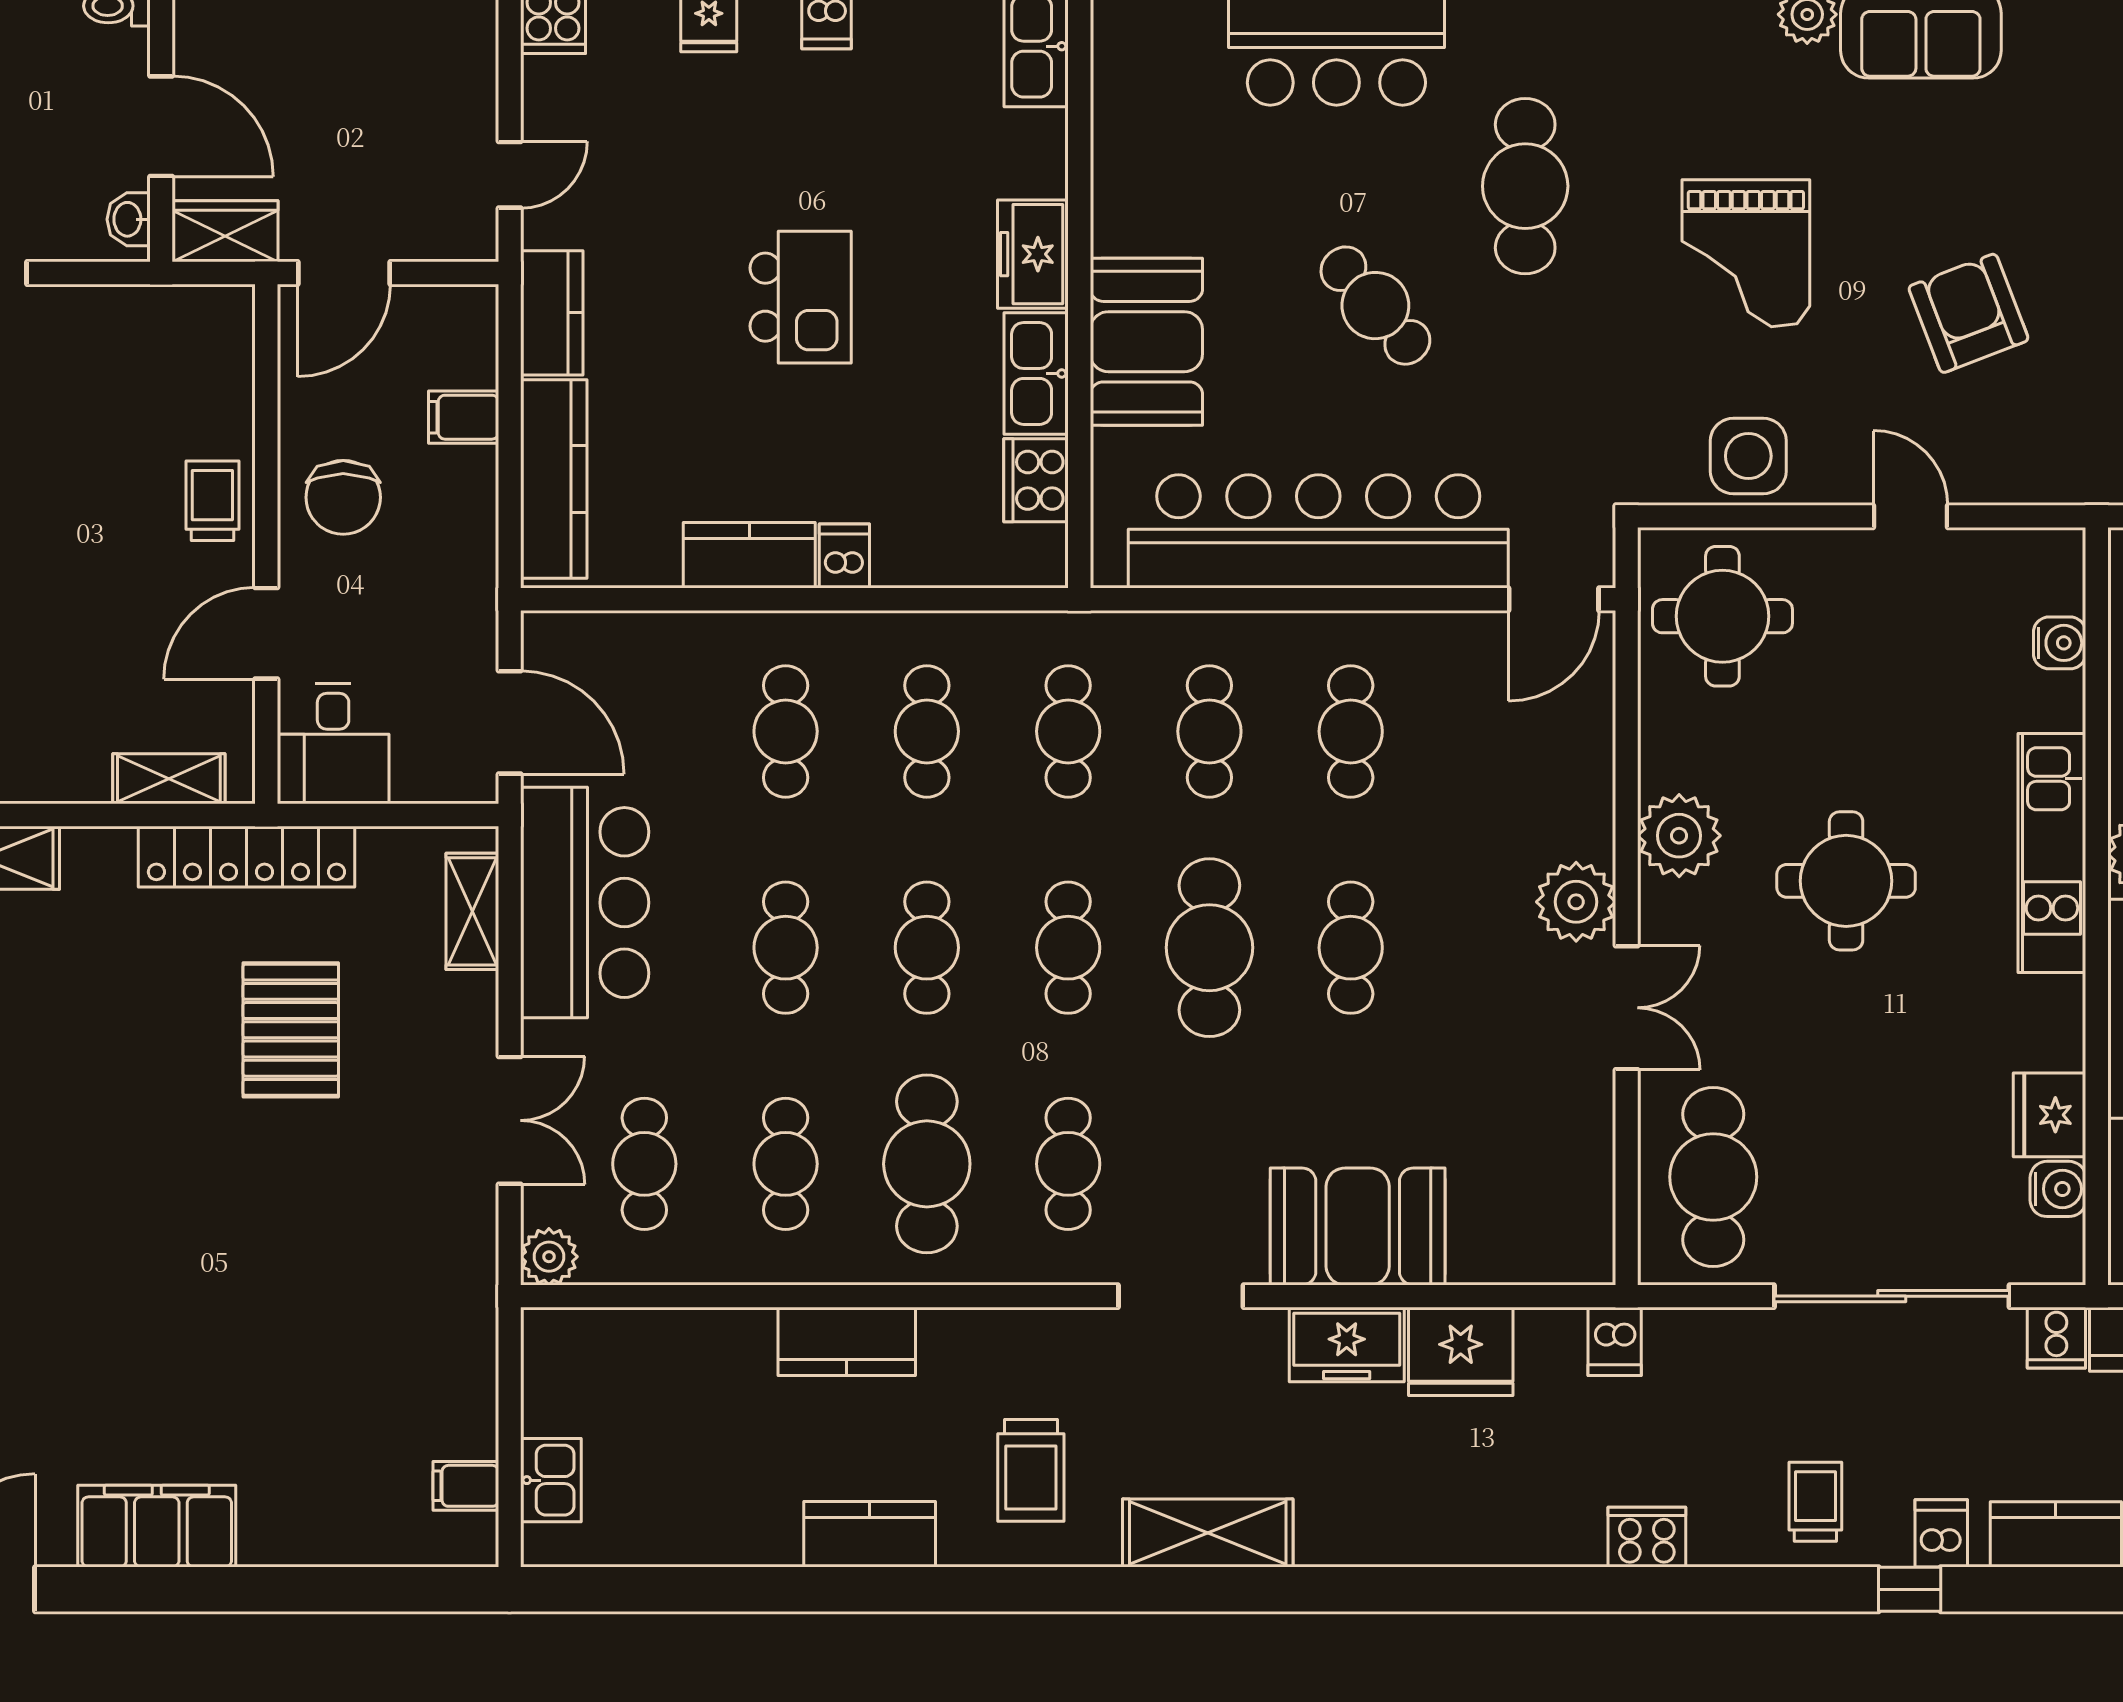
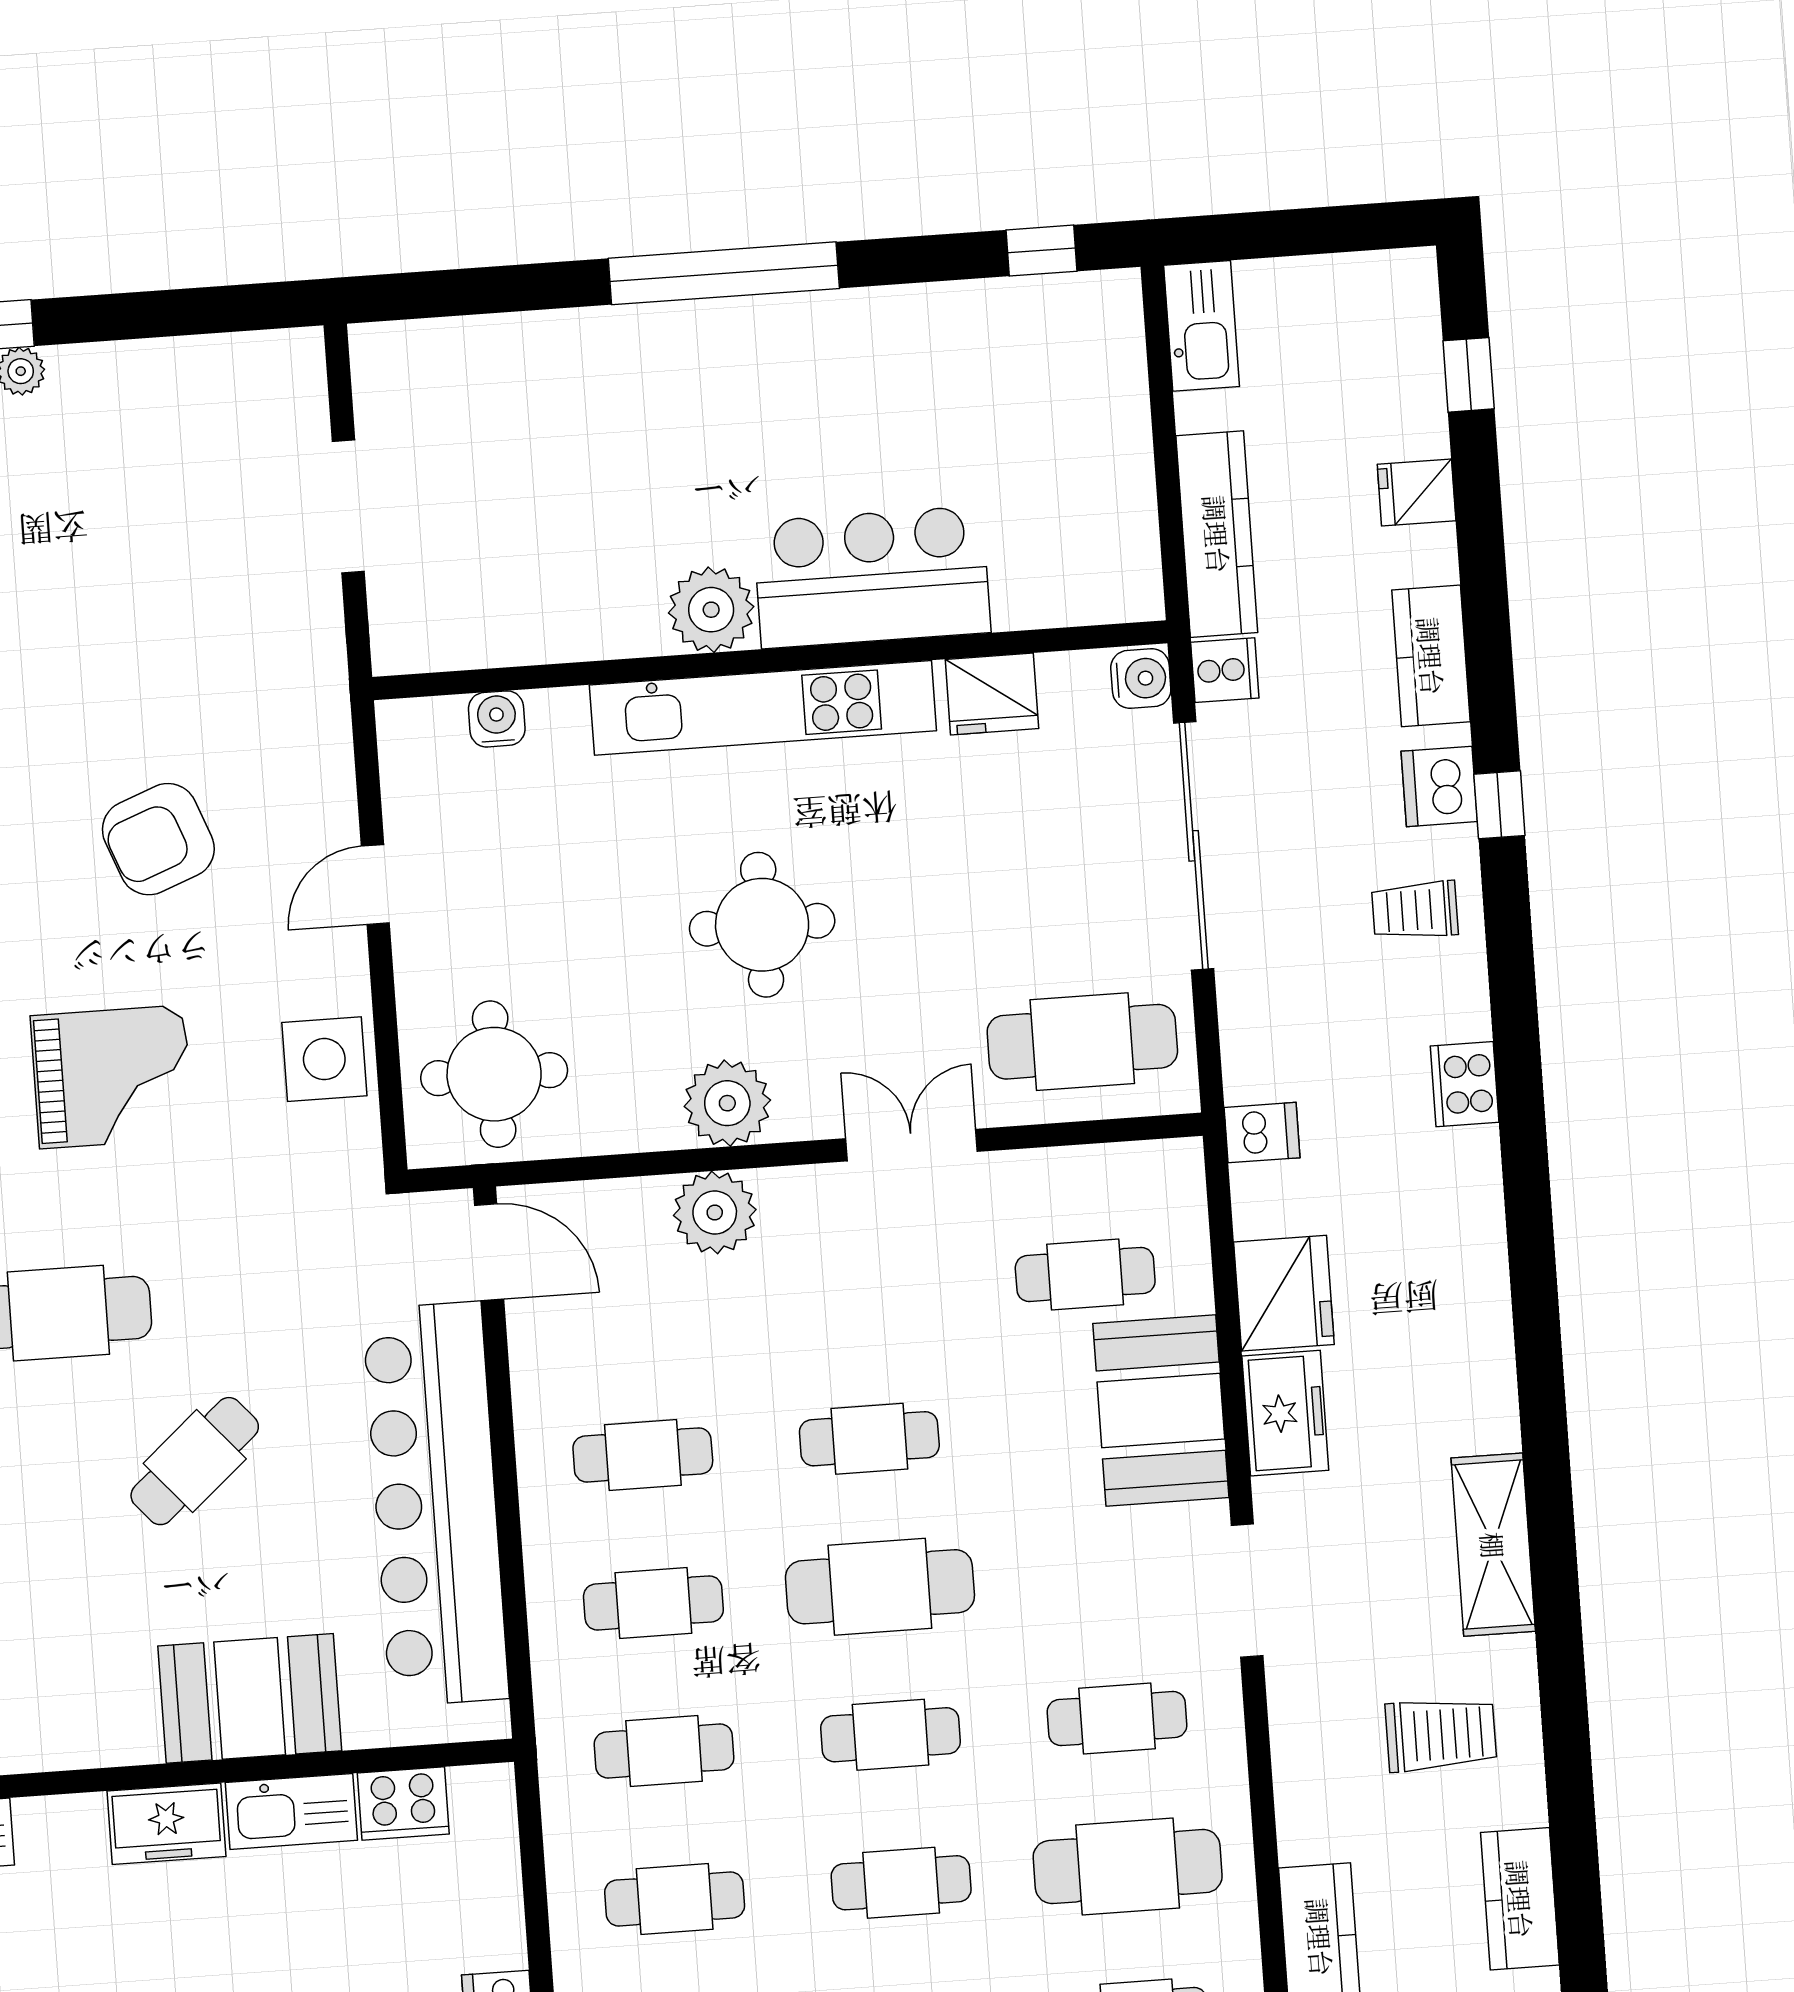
kitchen unit: (2052, 853) -> (763, 708), width x1.36
plant: (1576, 902) -> (715, 1212), moved
cafe table: (1492, 1164) -> (1085, 1274), added
water cooler: (2058, 1189) -> (1141, 679), moved, turned 90
dishwasher: (1941, 1533) -> (1439, 786), width x1.38

